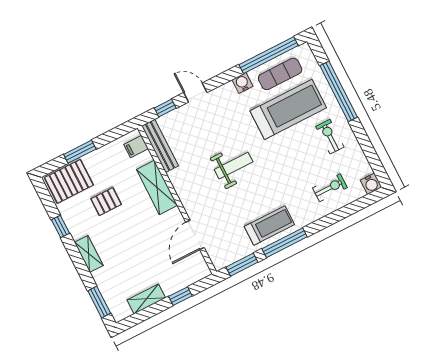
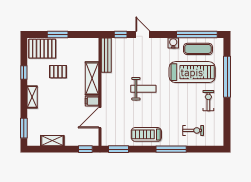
filing cabinet: (136, 147) -> (92, 101), moved
water cooler: (371, 184) -> (218, 140), removed
treadmill: (269, 226) -> (146, 134), turned 180
window: (285, 243) -> (171, 149), moved
window: (180, 296) -> (85, 149), moved

